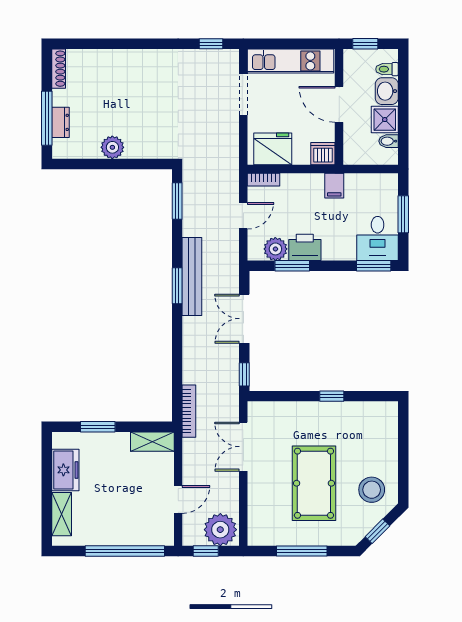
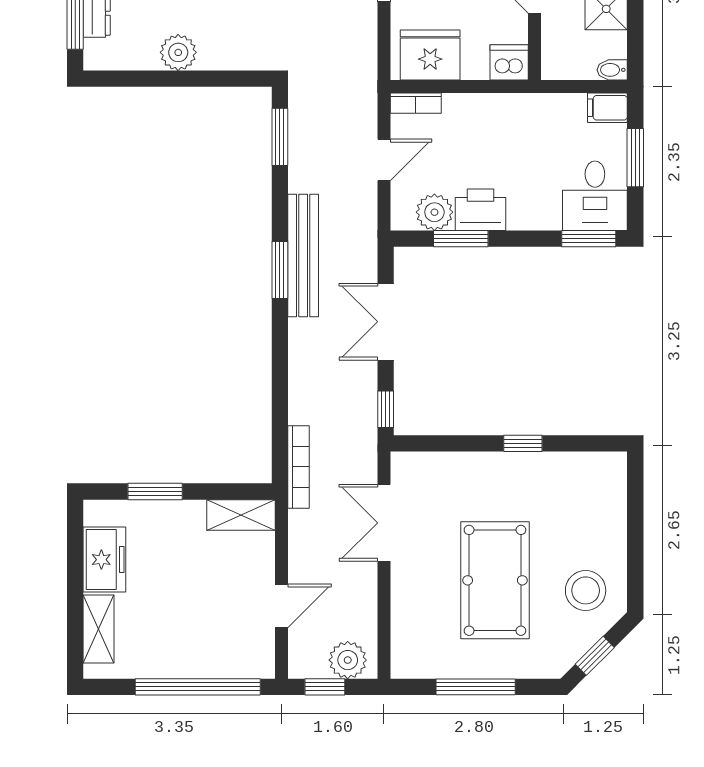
bidet: (389, 141) -> (612, 70), moved
filing cabinet: (334, 186) -> (607, 108), moved, turned 90
plant: (220, 530) -> (348, 660), width x0.73, depth x0.73

